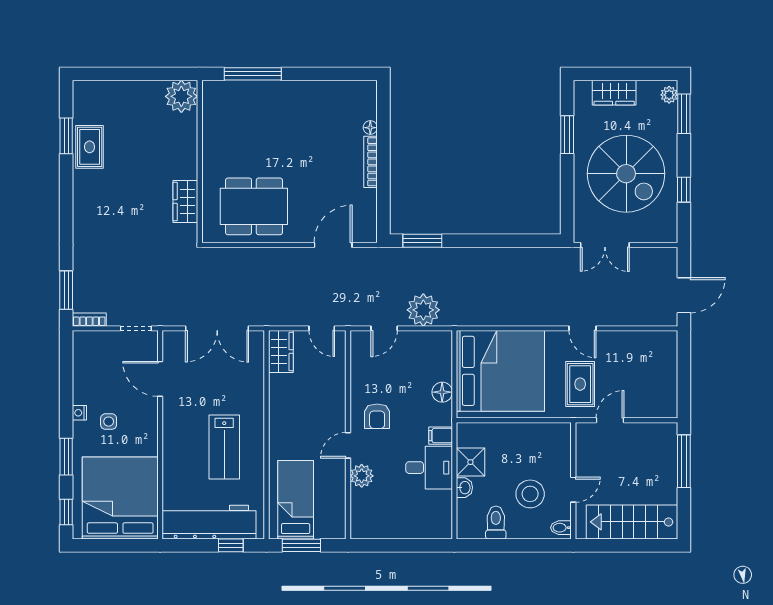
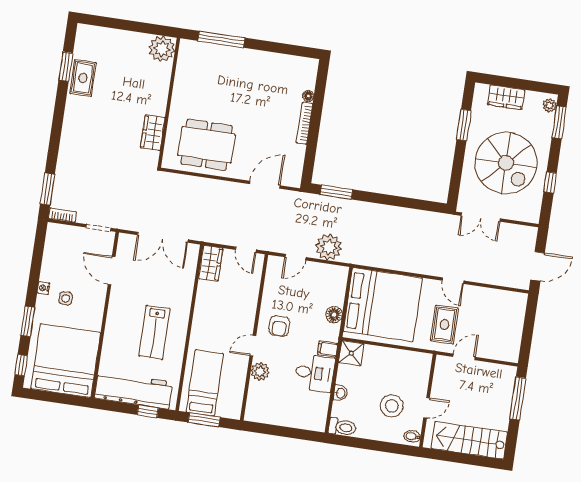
shower: (470, 462) -> (351, 353), moved
toilet: (496, 523) -> (342, 427), moved, turned 90

